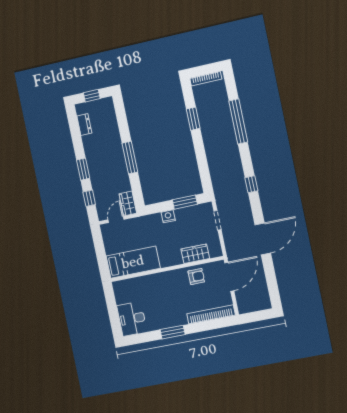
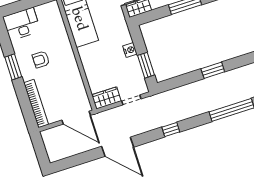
window: (193, 119) -> (213, 70), moved
wardrobe: (195, 254) -> (106, 98), moved, turned -90
armchair: (196, 276) -> (41, 59), moved, turned 90

